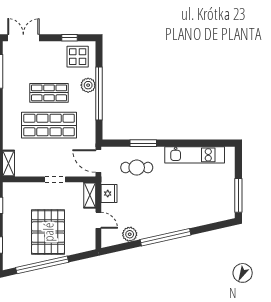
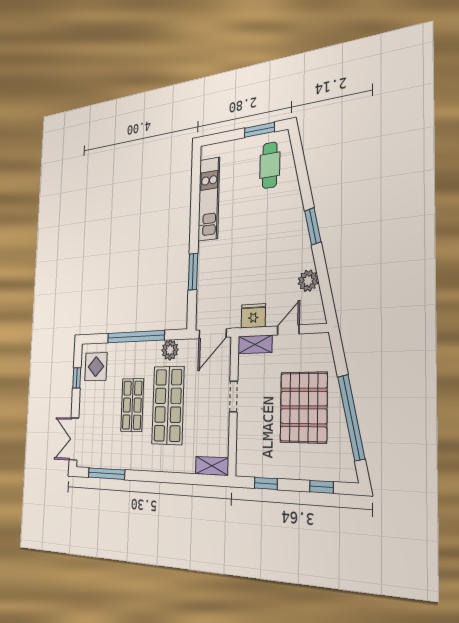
plant: (88, 85) -> (170, 350), moved
cafe table: (137, 168) -> (270, 165), moved
window: (238, 195) -> (259, 130), width x0.69
pallet: (48, 232) -> (304, 407), turned 90
window: (165, 237) -> (313, 226), width x0.47

